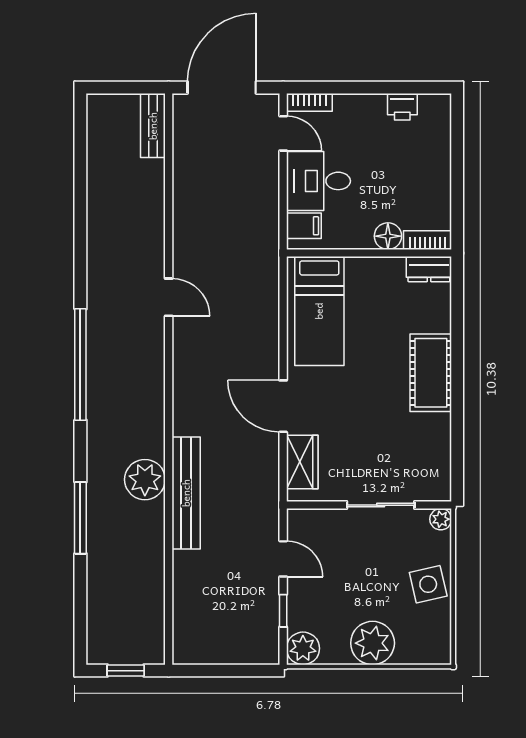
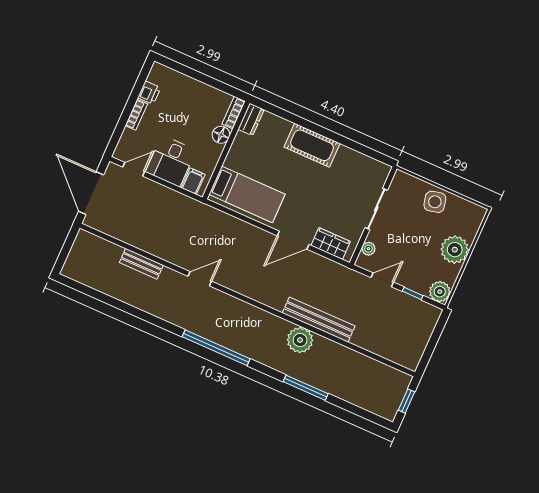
bookcase: (309, 102) -> (136, 115), moved
bench: (153, 126) -> (141, 264), moved
plant: (441, 519) -> (368, 249), moved

